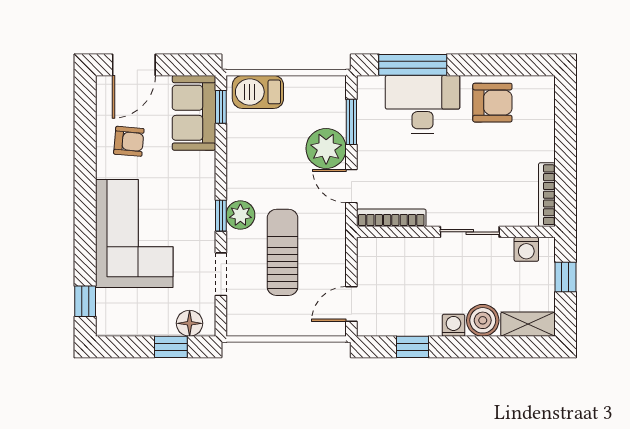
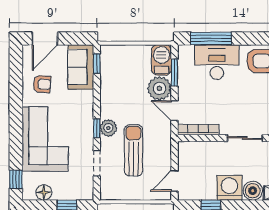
barbecue: (258, 92) -> (161, 60), moved, turned 90
floor lamp: (190, 323) -> (44, 192), moved
washing machine: (453, 325) -> (229, 188), width x1.89, depth x1.89

